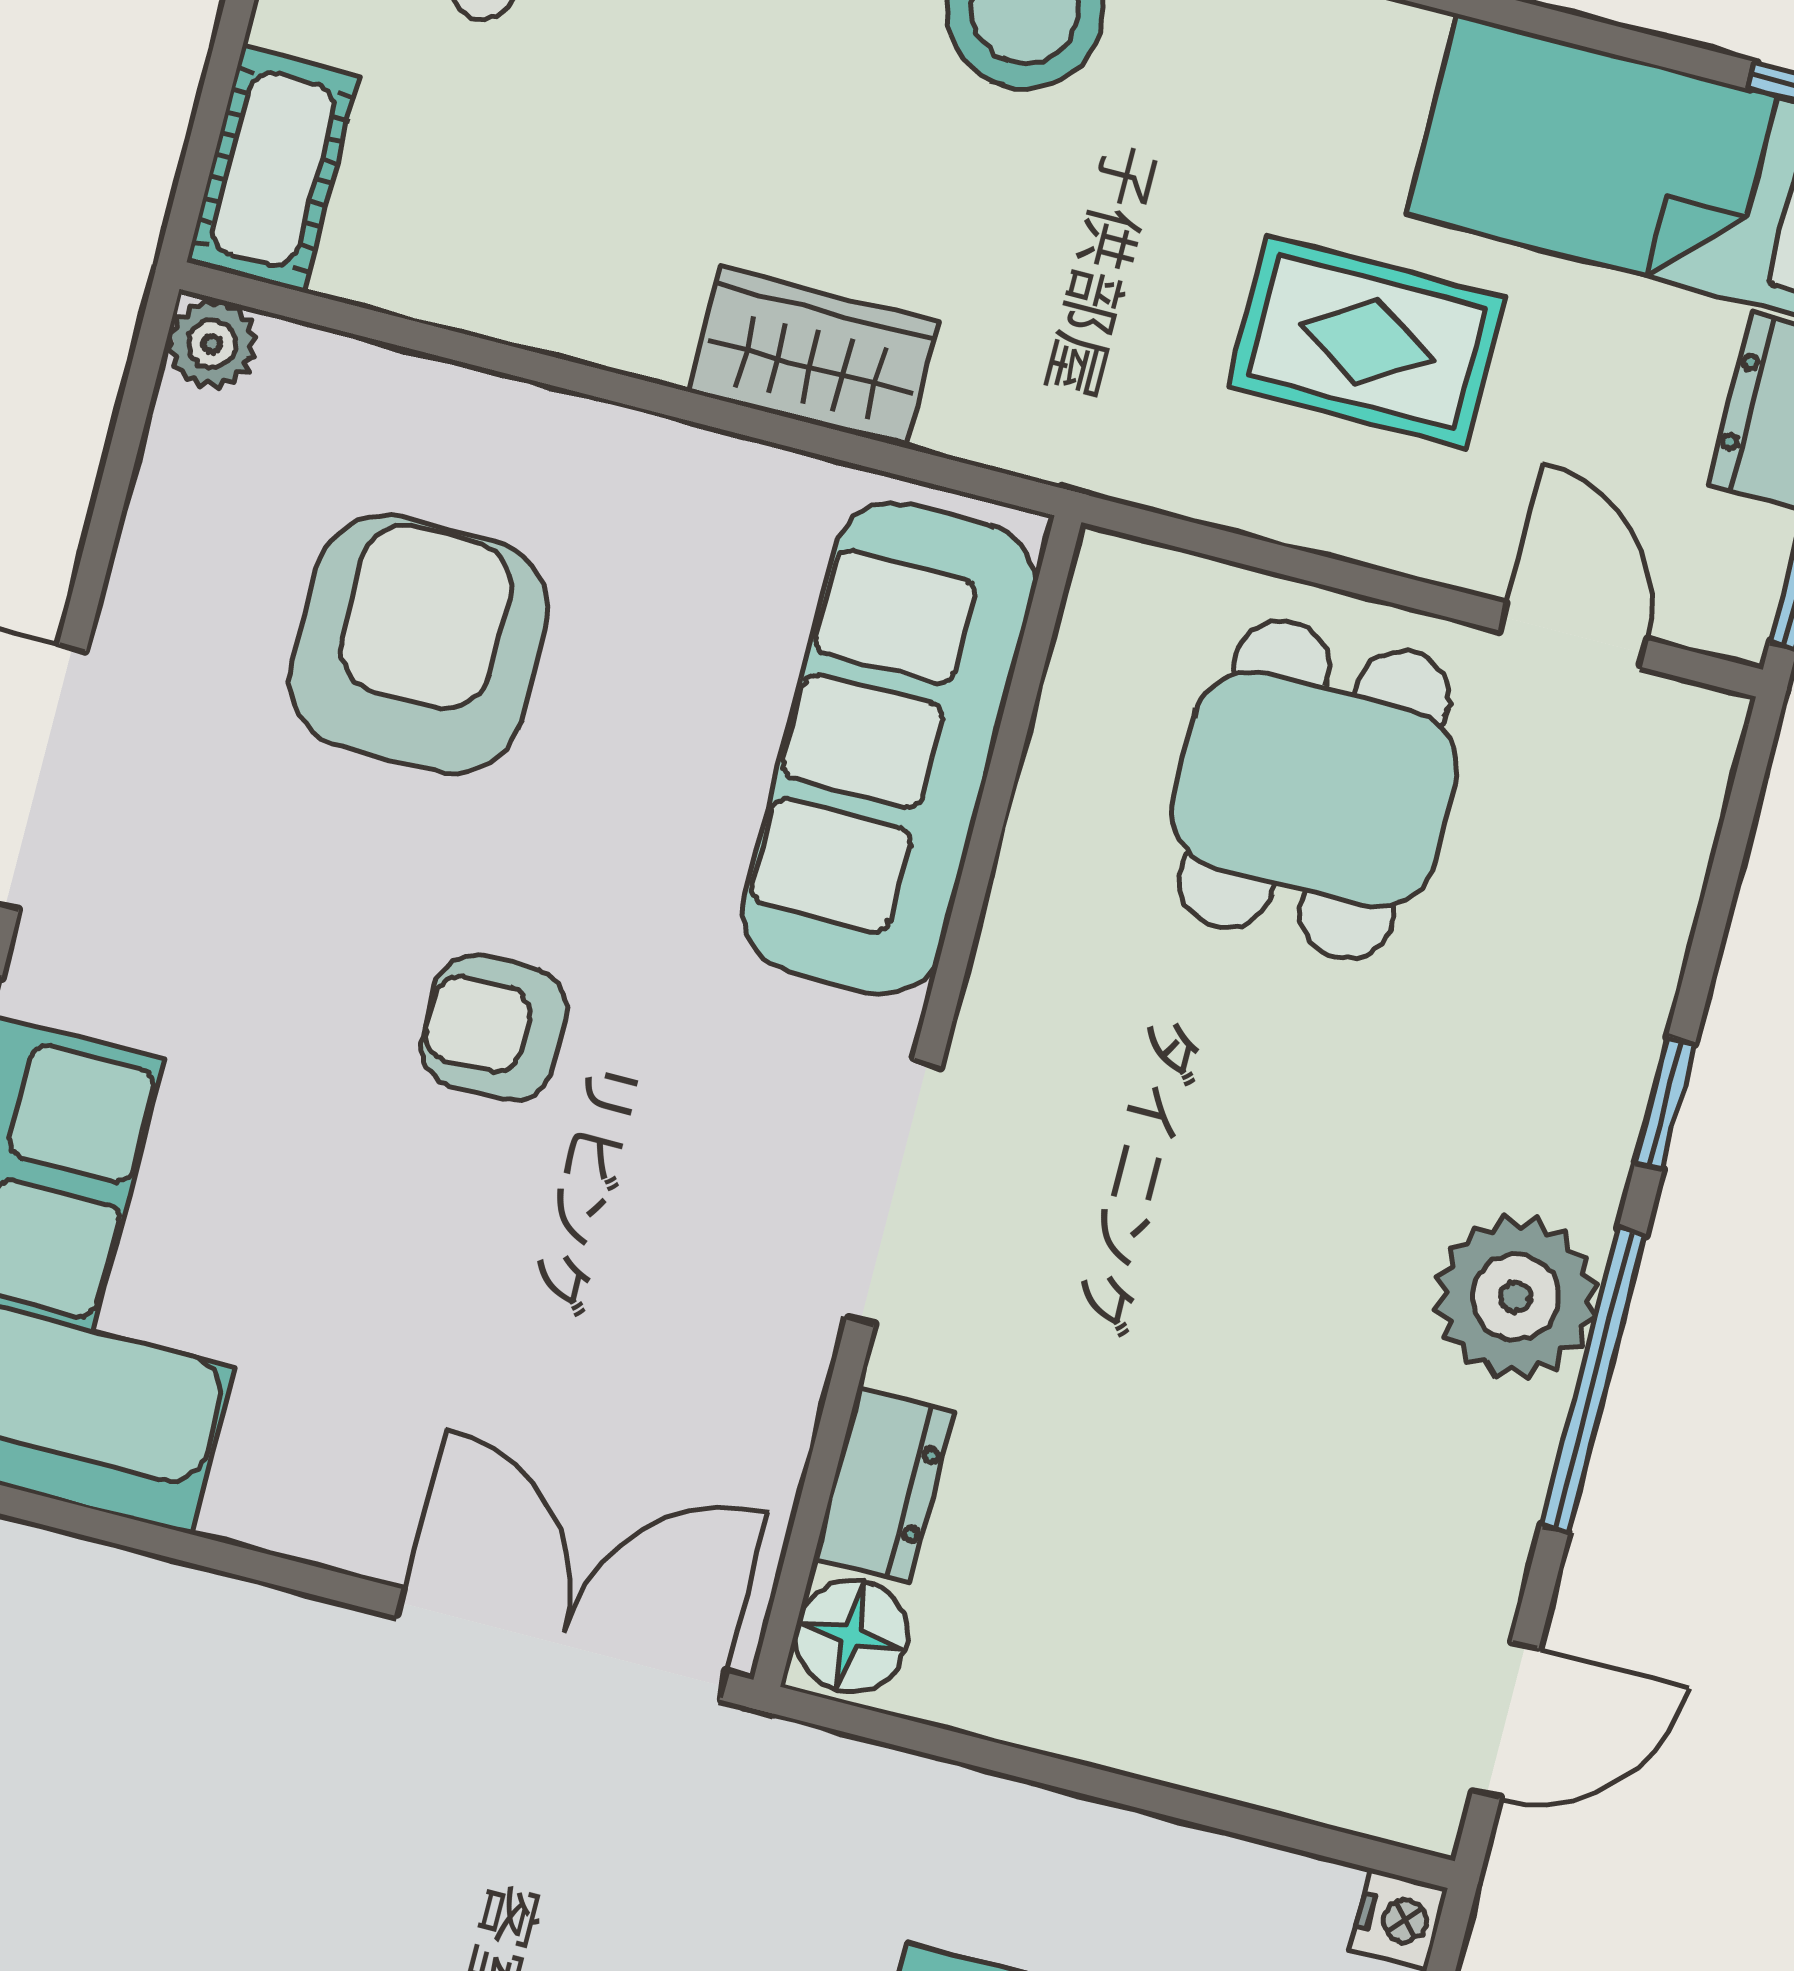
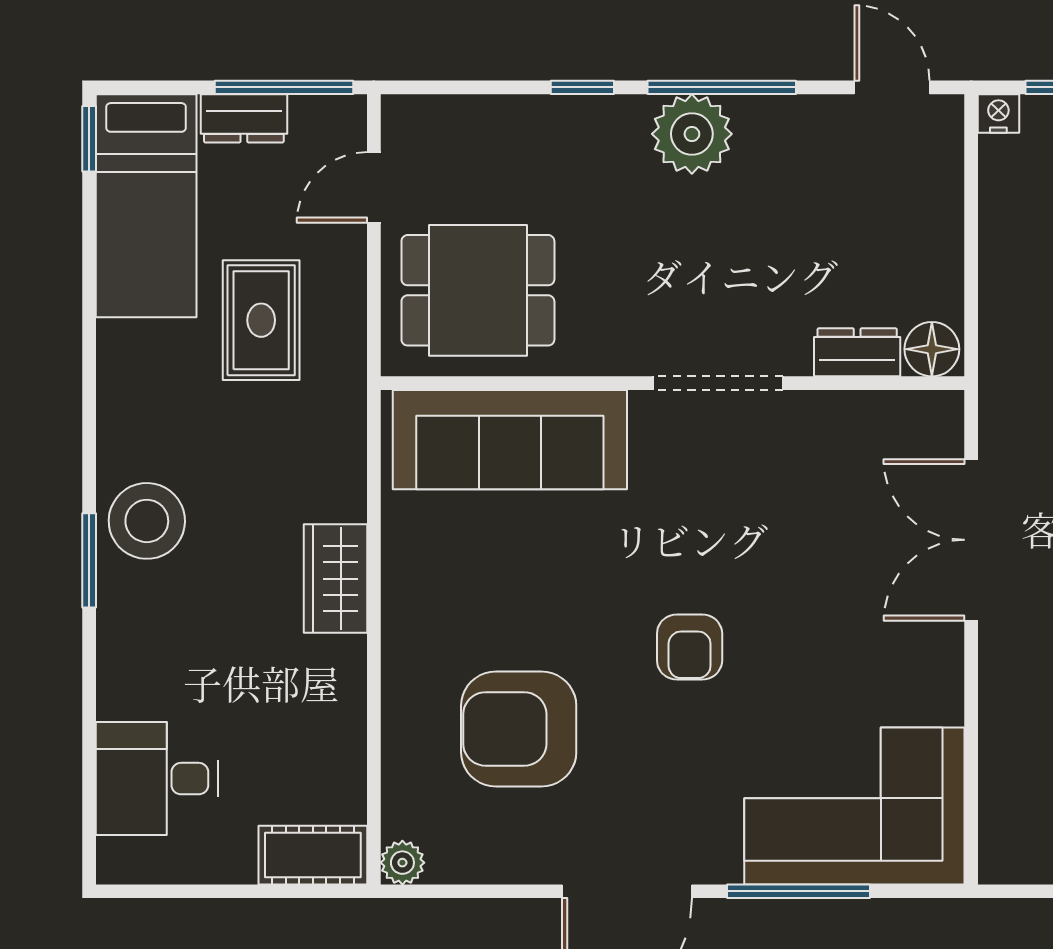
sofa: (889, 748) -> (510, 440), moved
wall: (917, 1101) -> (672, 383), moved
doorway: (894, 1192) -> (718, 383), moved
dresser: (884, 1485) -> (857, 352), moved
floor lamp: (851, 1636) -> (932, 349), moved

